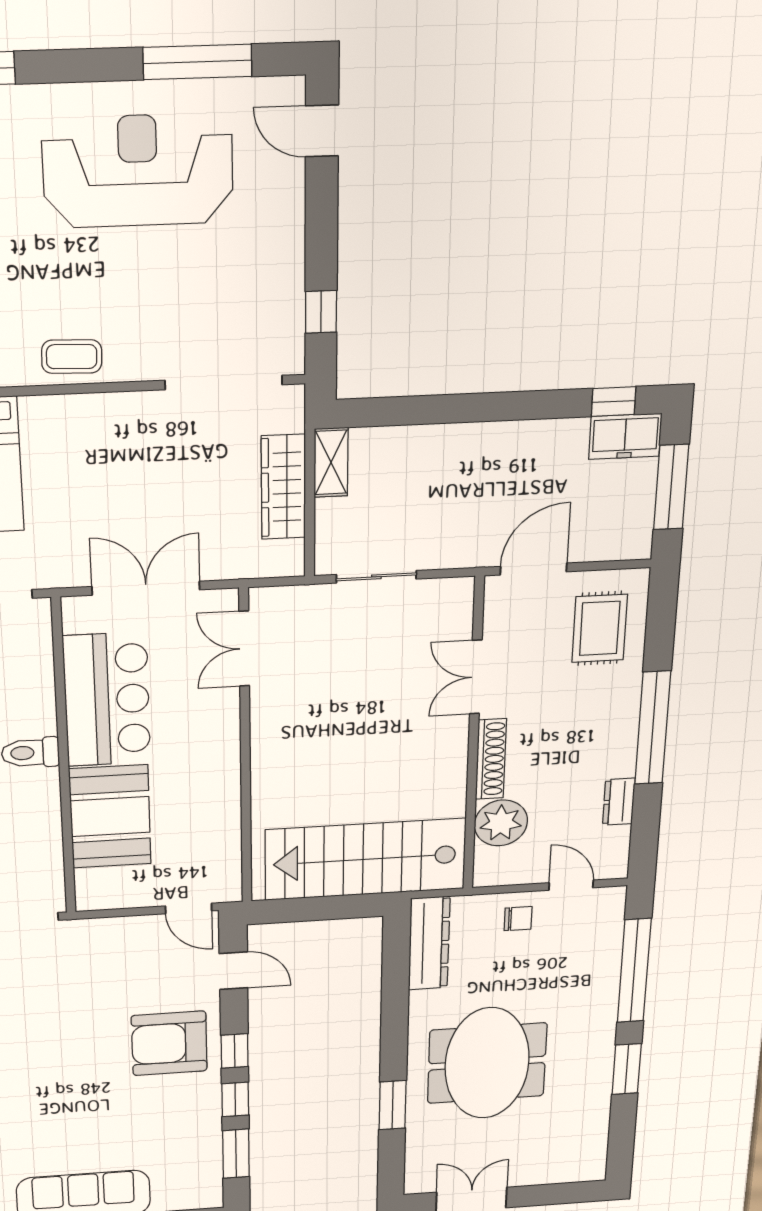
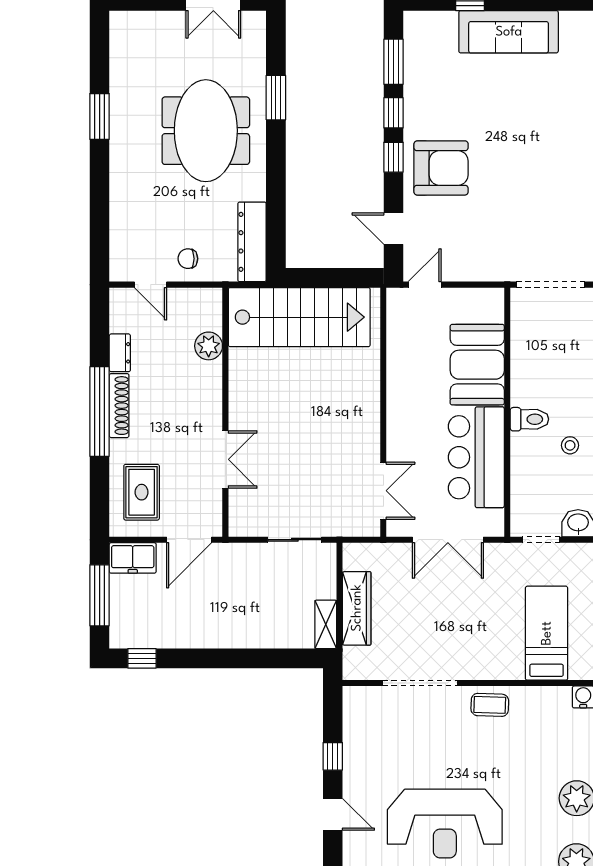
door: (322, 131) -> (333, 814), moved
window: (321, 312) -> (333, 756), moved
doorway: (224, 383) -> (420, 683), moved
freezer: (625, 436) -> (133, 558), moved, turned 180
shoe rack: (491, 759) -> (119, 406), moved, turned 180
plant: (501, 823) -> (209, 346), width x0.73, depth x0.73
door: (189, 908) -> (425, 285), hinge flipped
window: (634, 971) -> (100, 206), removed

